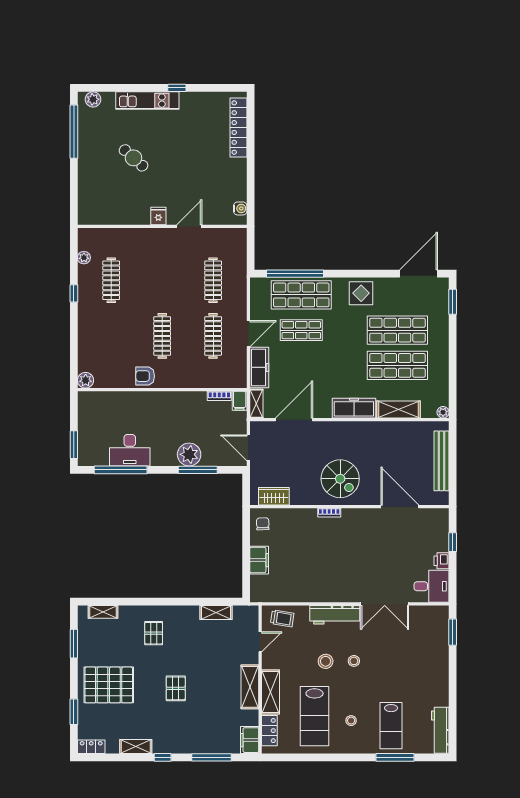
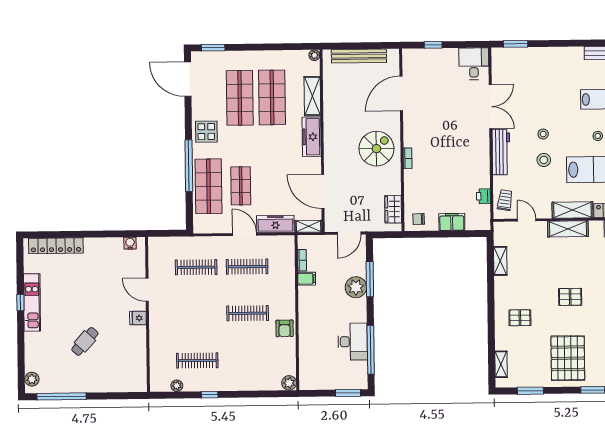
kitchen unit: (147, 101) -> (32, 302), moved
window: (295, 274) -> (189, 166), moved
filing cabinet: (240, 401) -> (307, 279), moved
printer: (442, 561) -> (483, 196), moved, turned 90

